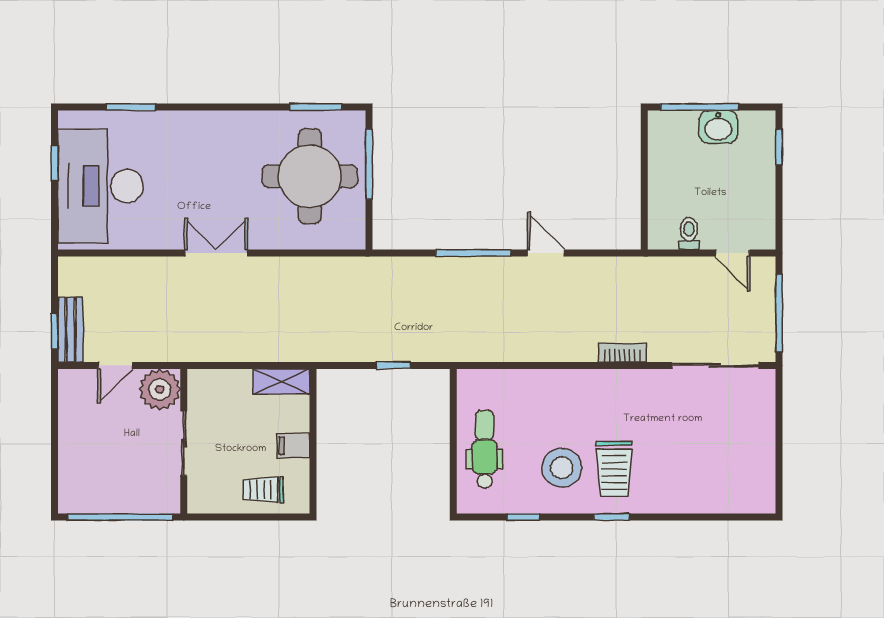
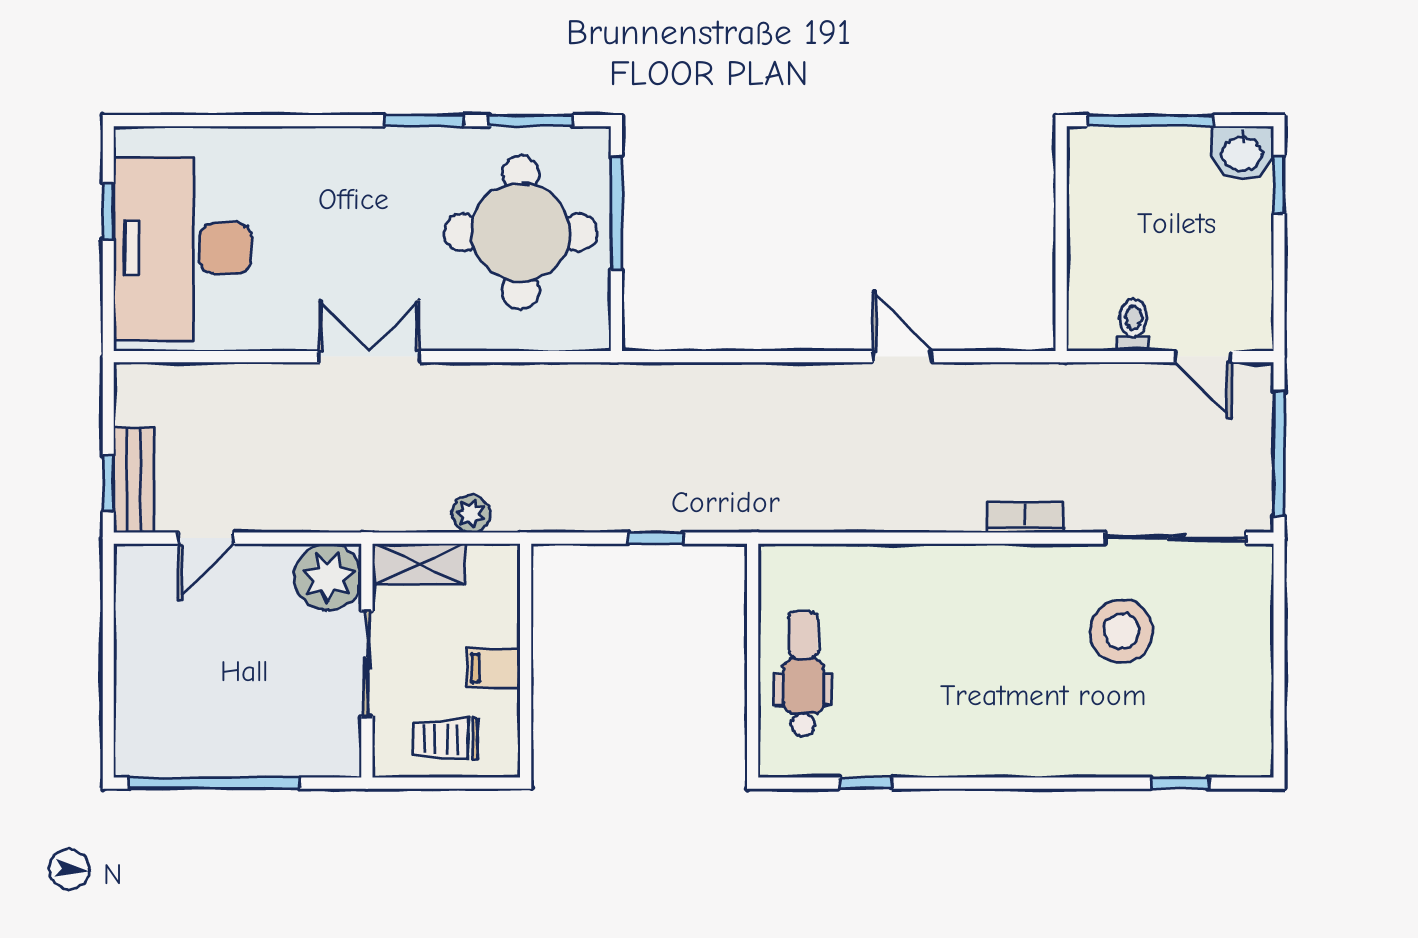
window: (131, 107) -> (424, 121), moved
washbasin: (718, 127) -> (1242, 153), moved
window: (473, 253) -> (785, 357), removed
plant: (279, 350) -> (471, 514), added
shelving: (281, 381) -> (419, 564), moved
plant: (160, 389) -> (328, 577), moved
wall: (184, 441) -> (367, 661), moved
sliding door: (184, 443) -> (367, 664), moved
stool: (562, 468) -> (1121, 631), moved
trolley: (614, 469) -> (1012, 705), removed
window: (611, 517) -> (1180, 783), moved

